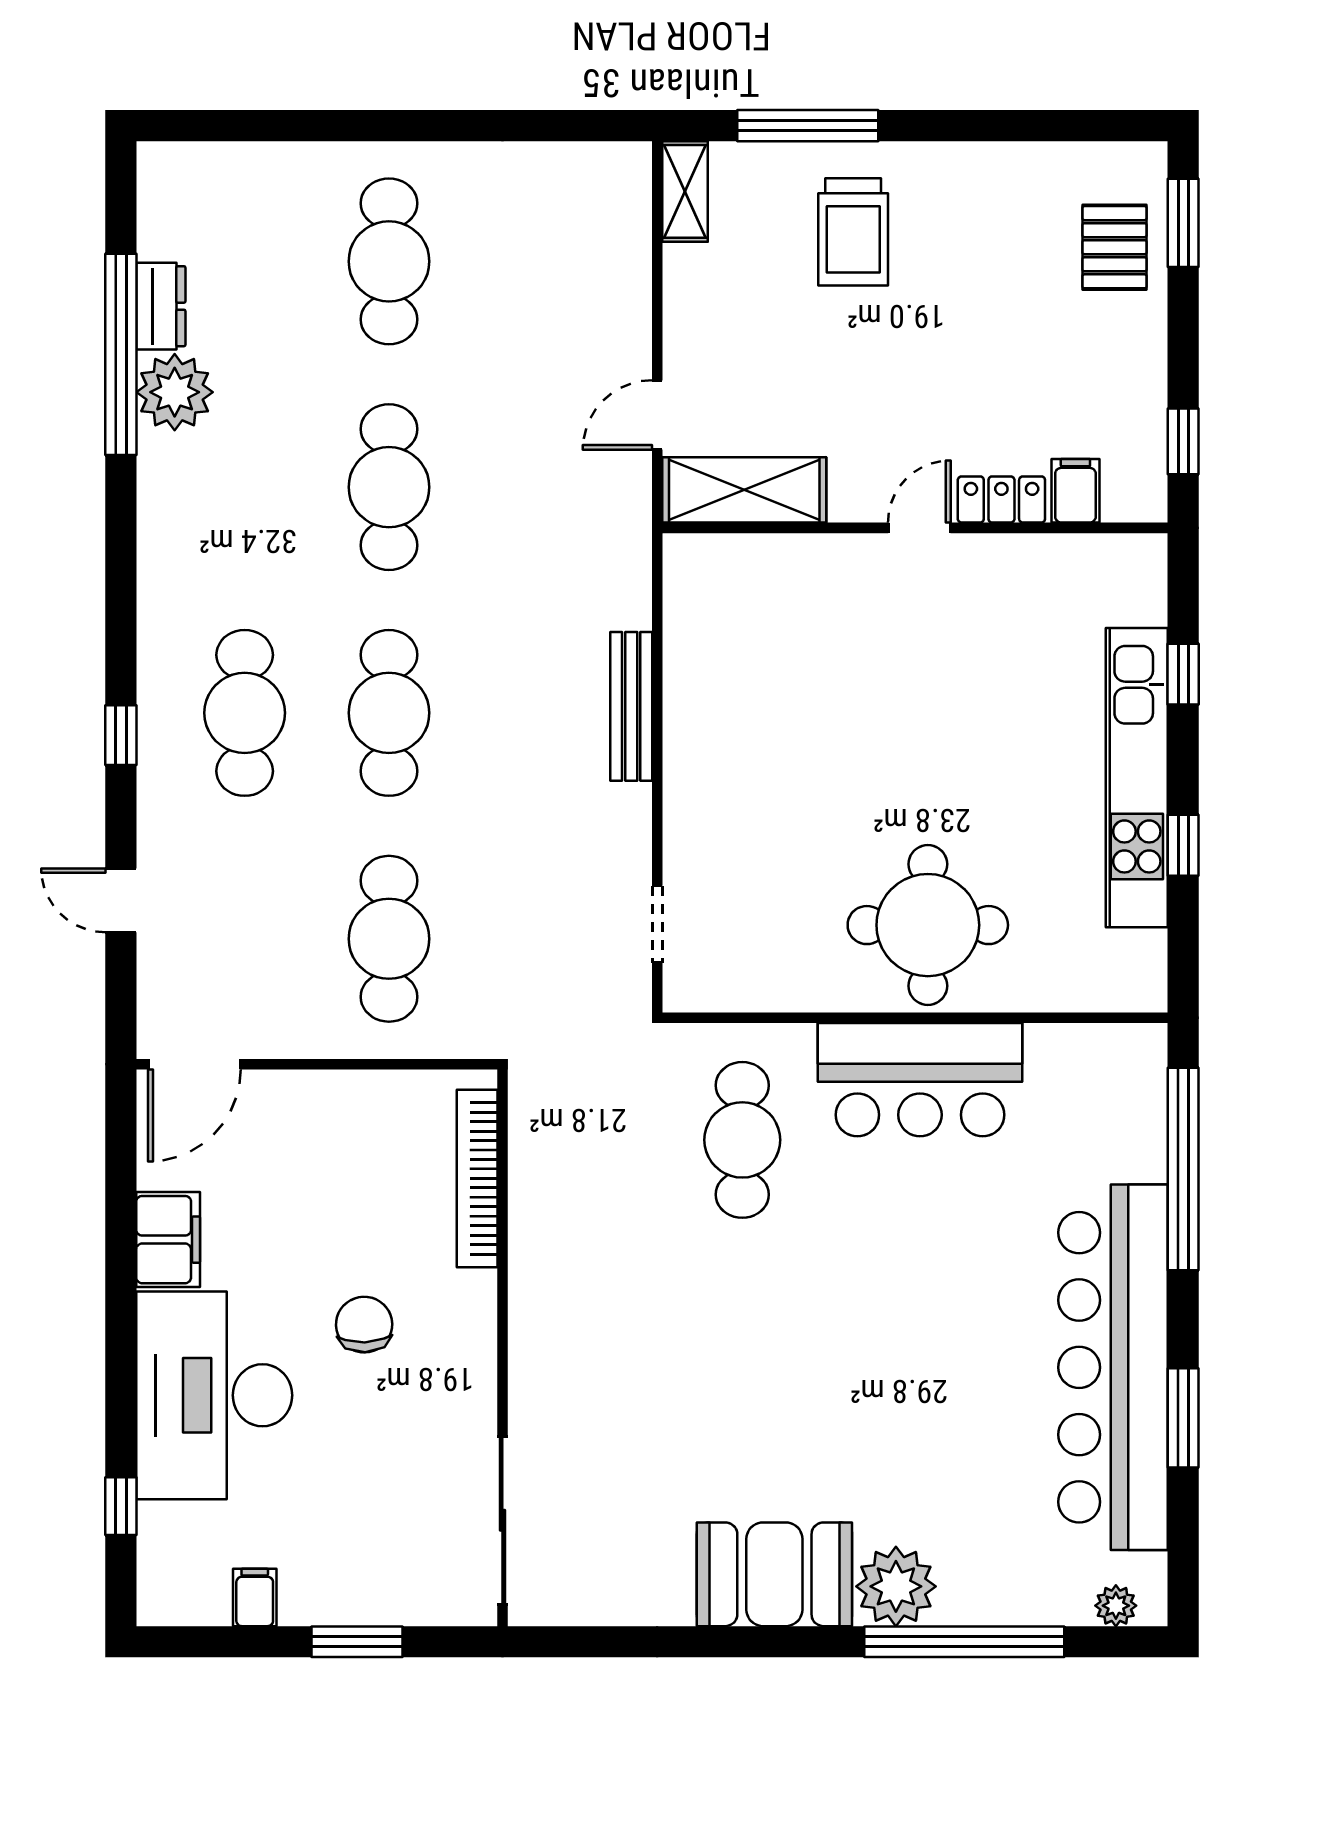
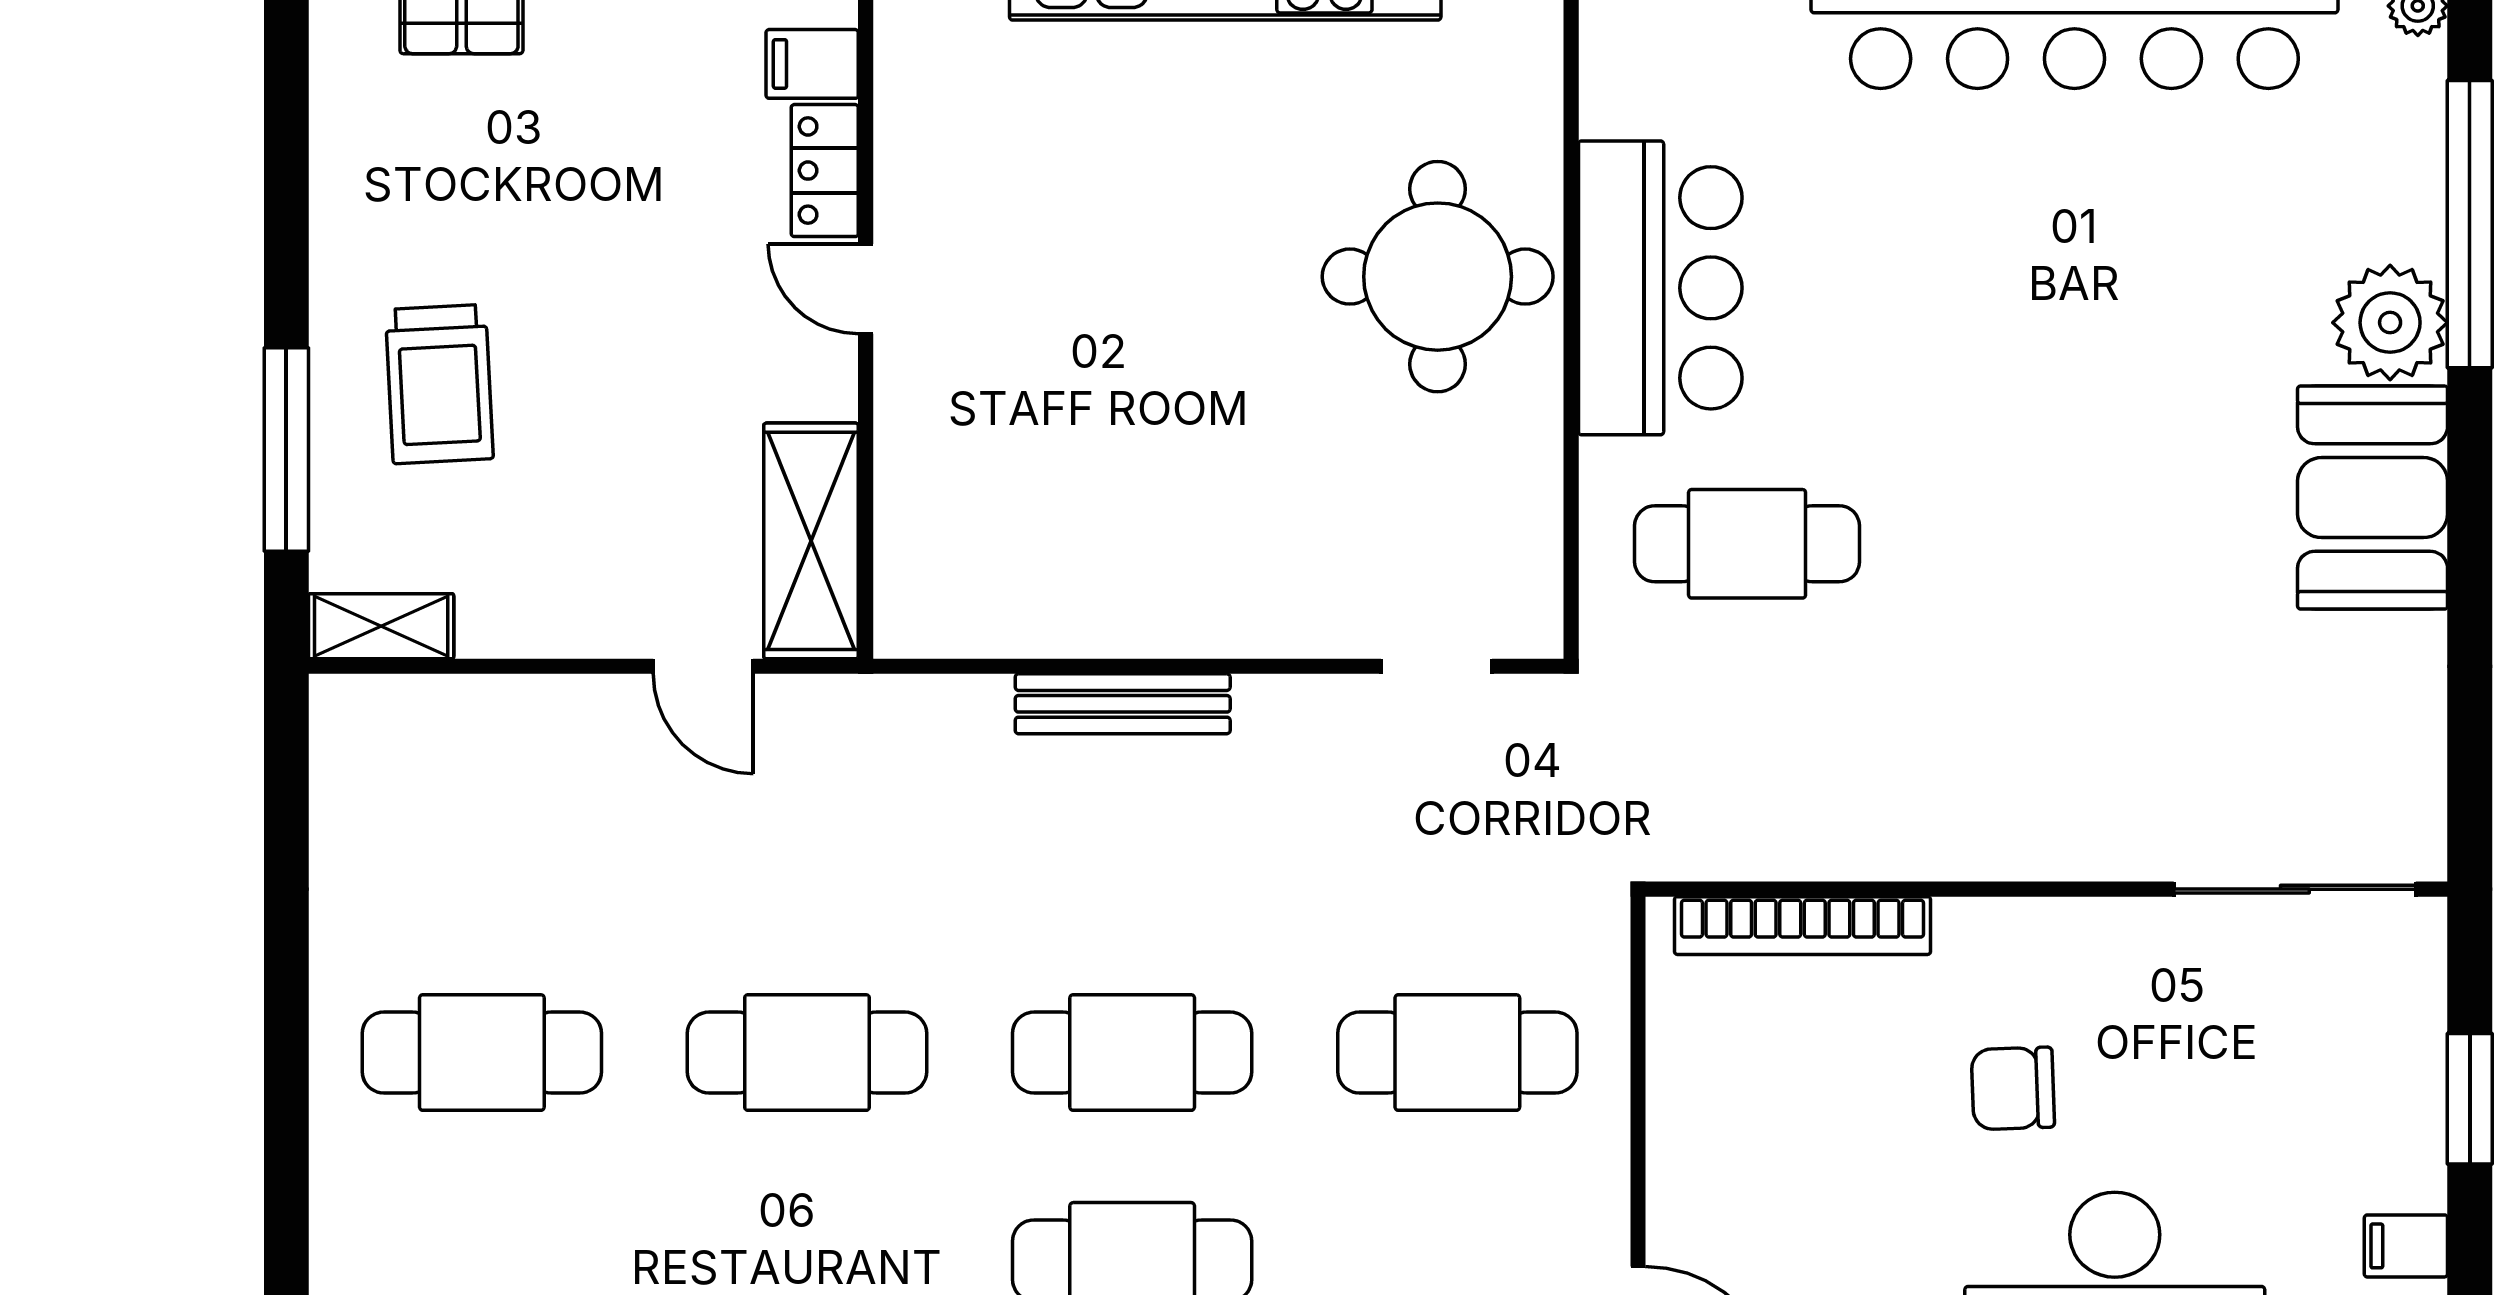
trolley: (853, 232) -> (439, 384), turned 87

